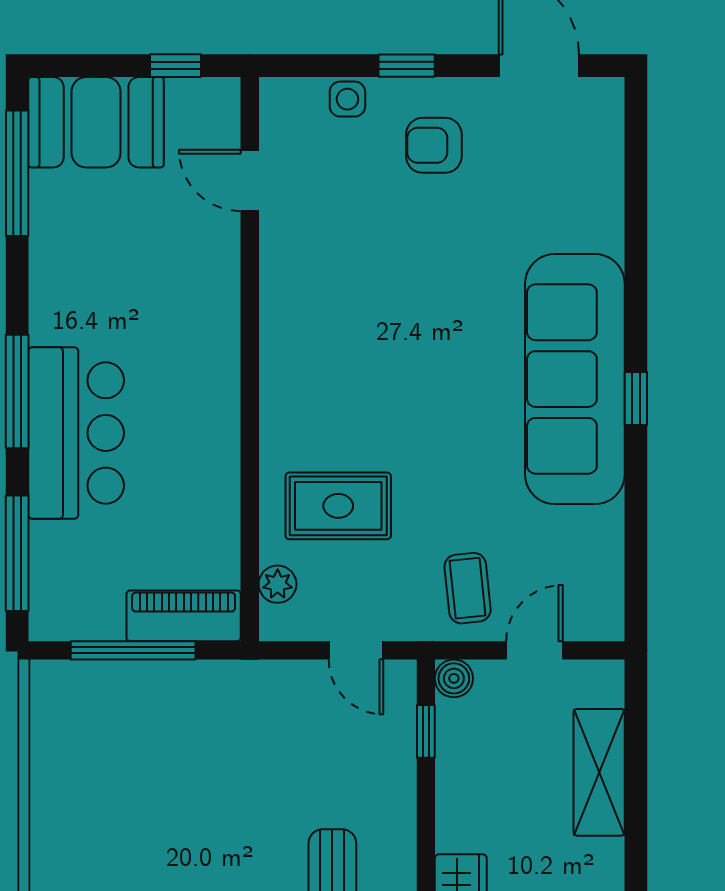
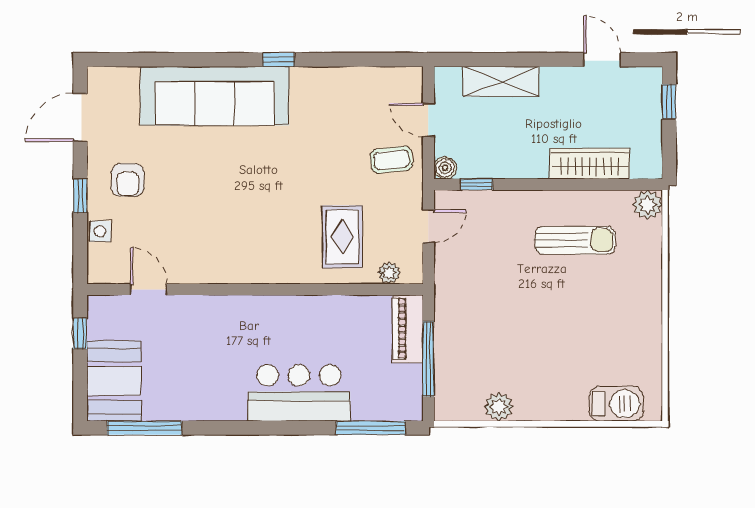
door: (250, 180) -> (149, 289), swing flipped
sofa: (575, 379) -> (215, 96), moved
window: (17, 392) -> (274, 428), removed
plant: (53, 769) -> (499, 407), added

